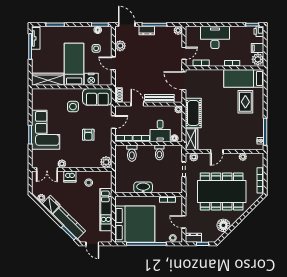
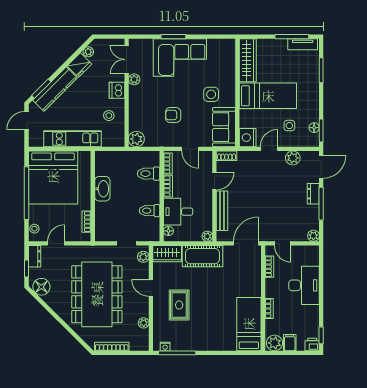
nightstand: (91, 79) -> (248, 138), moved
rug: (245, 102) -> (179, 305), moved, turned 90
floor lamp: (223, 225) -> (41, 287), moved

